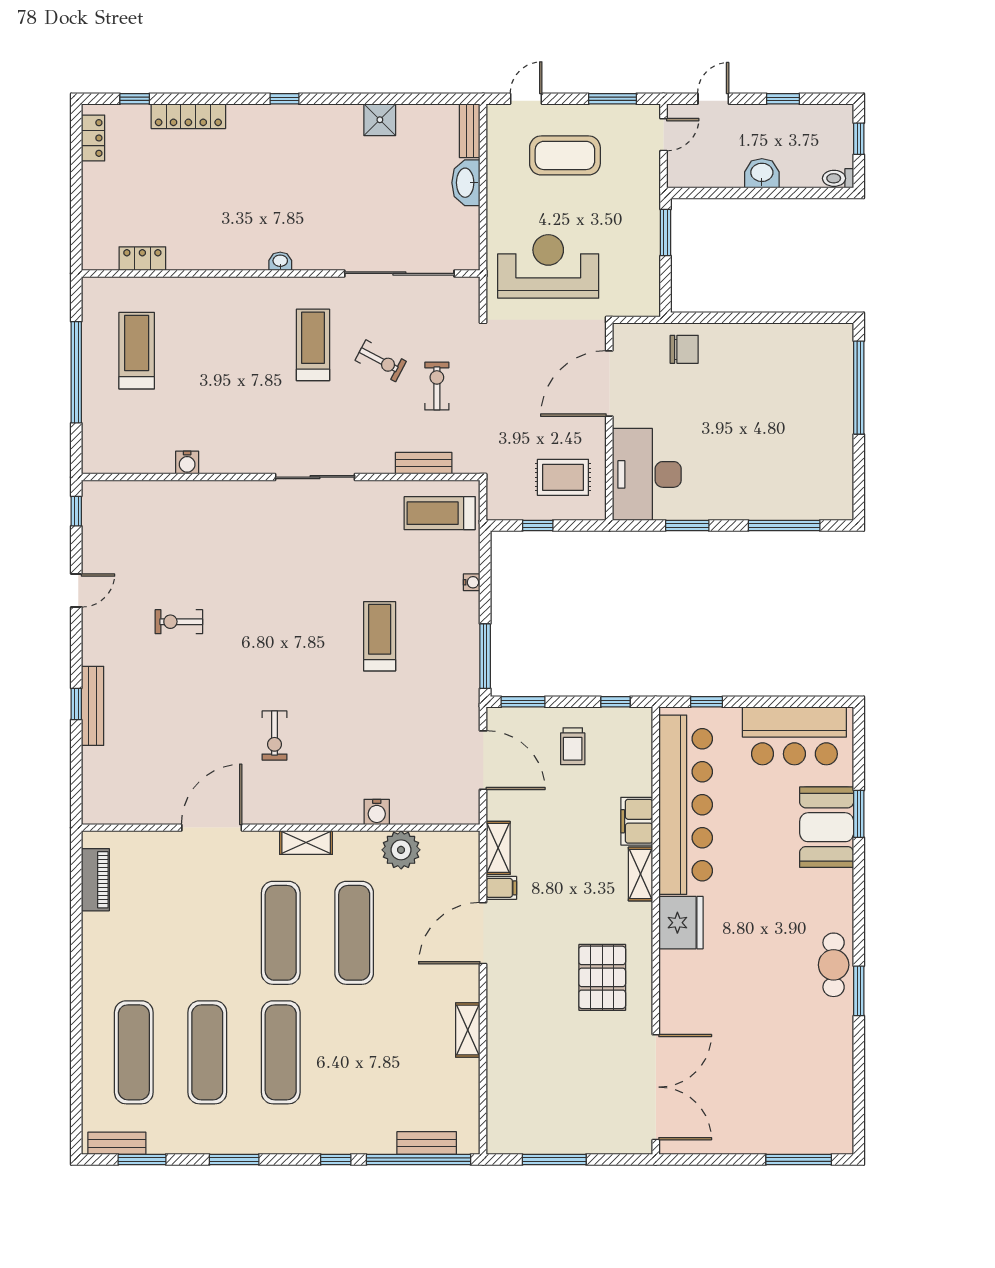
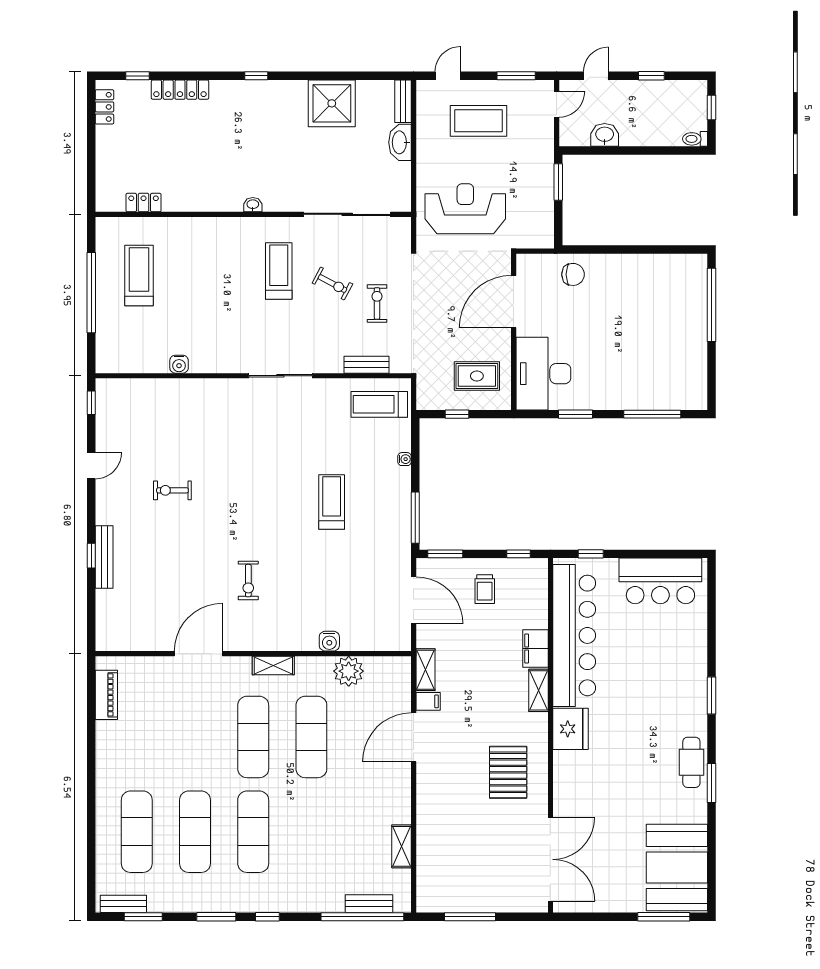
shower: (380, 120) -> (332, 103), width x1.86, depth x1.86
washbasin: (762, 173) -> (605, 135), moved
window: (859, 814) -> (711, 695), moved
booth: (827, 827) -> (677, 868), moved, width x1.36, depth x1.42
shelving: (468, 1030) -> (401, 846), moved
window: (336, 1160) -> (267, 917), moved

